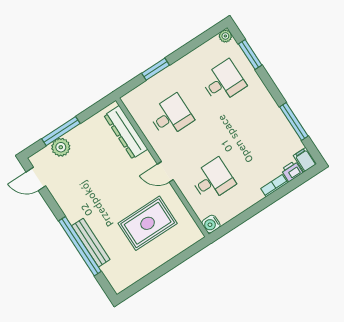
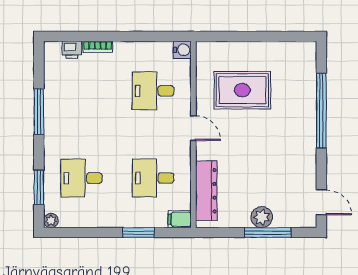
window: (294, 121) -> (39, 112), moved
plant: (61, 147) -> (262, 217), moved
filing cabinet: (305, 160) -> (180, 219), moved, turned 90
bench: (91, 243) -> (309, 107), removed

